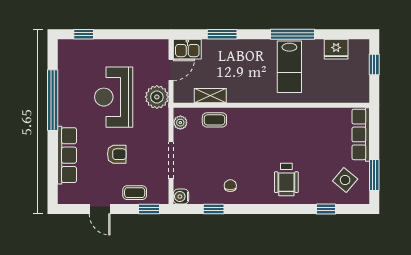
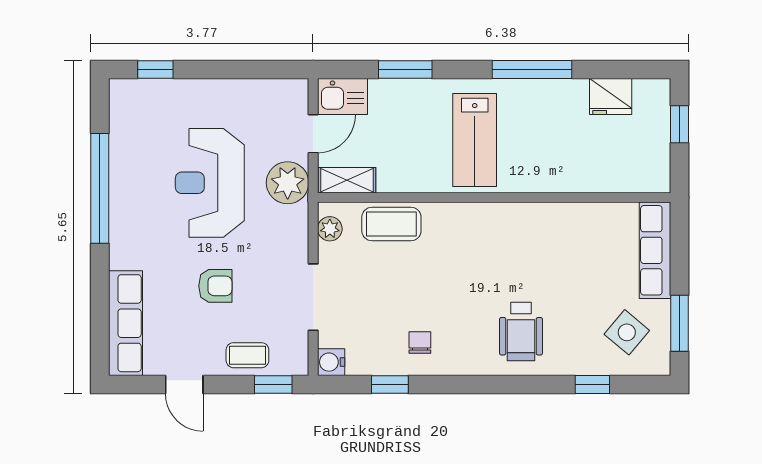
lab bench: (289, 67) -> (475, 140), moved
shelving: (210, 96) -> (347, 180), moved
coffee table: (214, 120) -> (391, 224), width x1.36, depth x1.30
row of seats: (67, 155) -> (125, 323), moved

